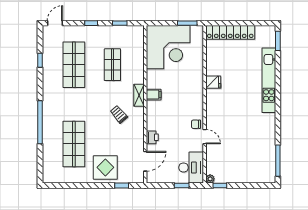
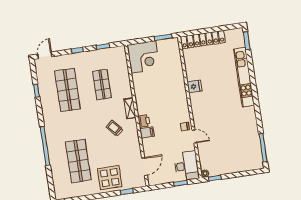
corner desk: (168, 47) -> (143, 57), width x0.74, depth x0.74
filing cabinet: (154, 95) -> (147, 132), moved
printer: (152, 137) -> (144, 121), moved

